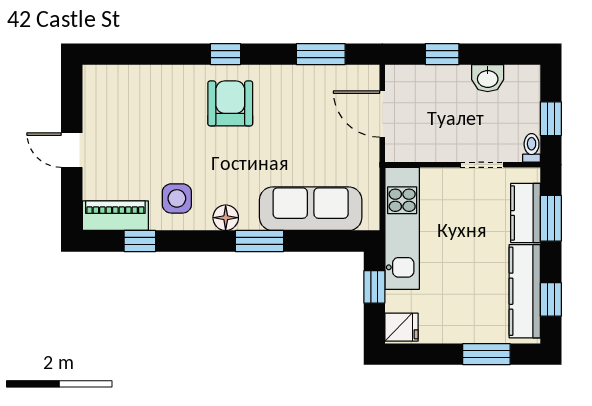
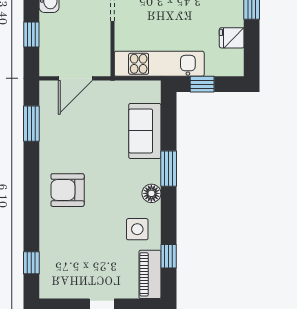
window: (226, 54) -> (31, 263), moved
sofa: (311, 209) -> (145, 131), width x0.73
fridge: (402, 327) -> (232, 38), moved, turned -90

